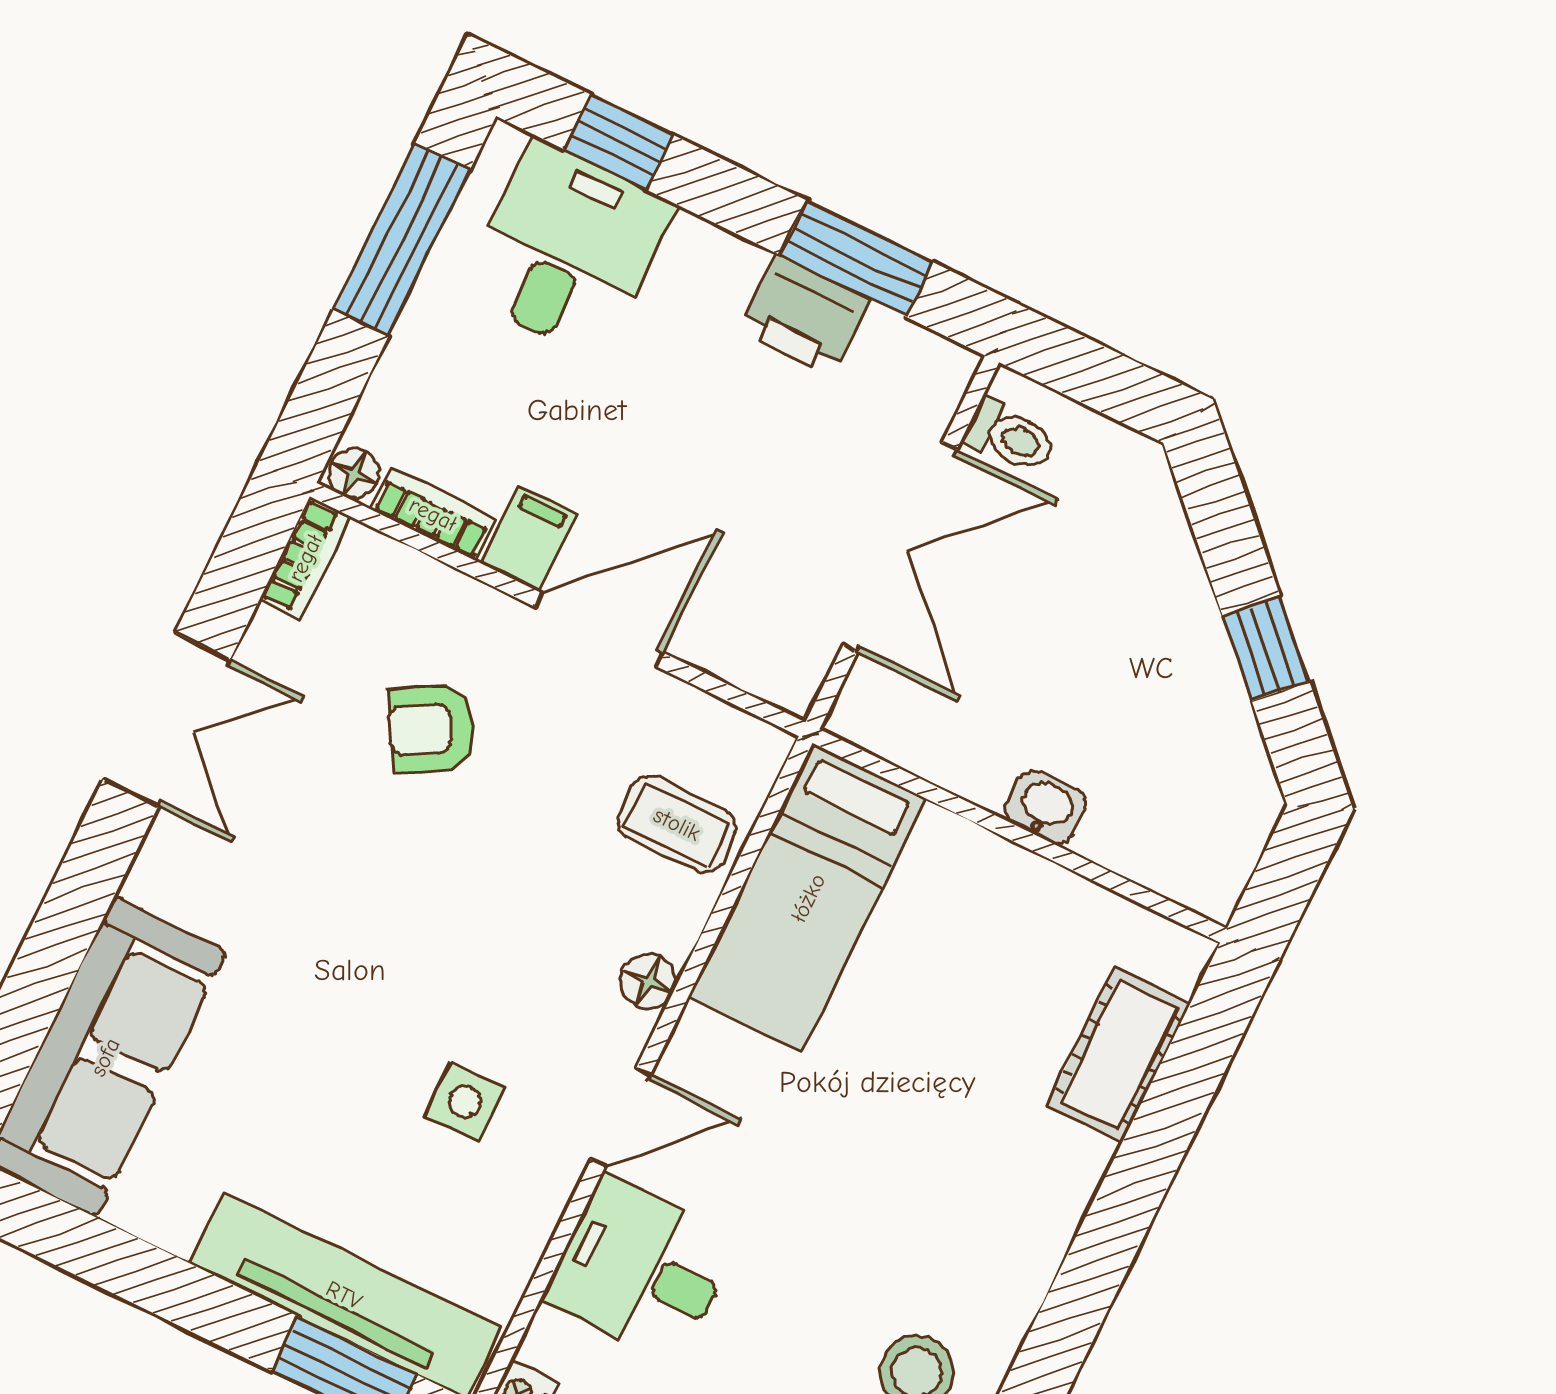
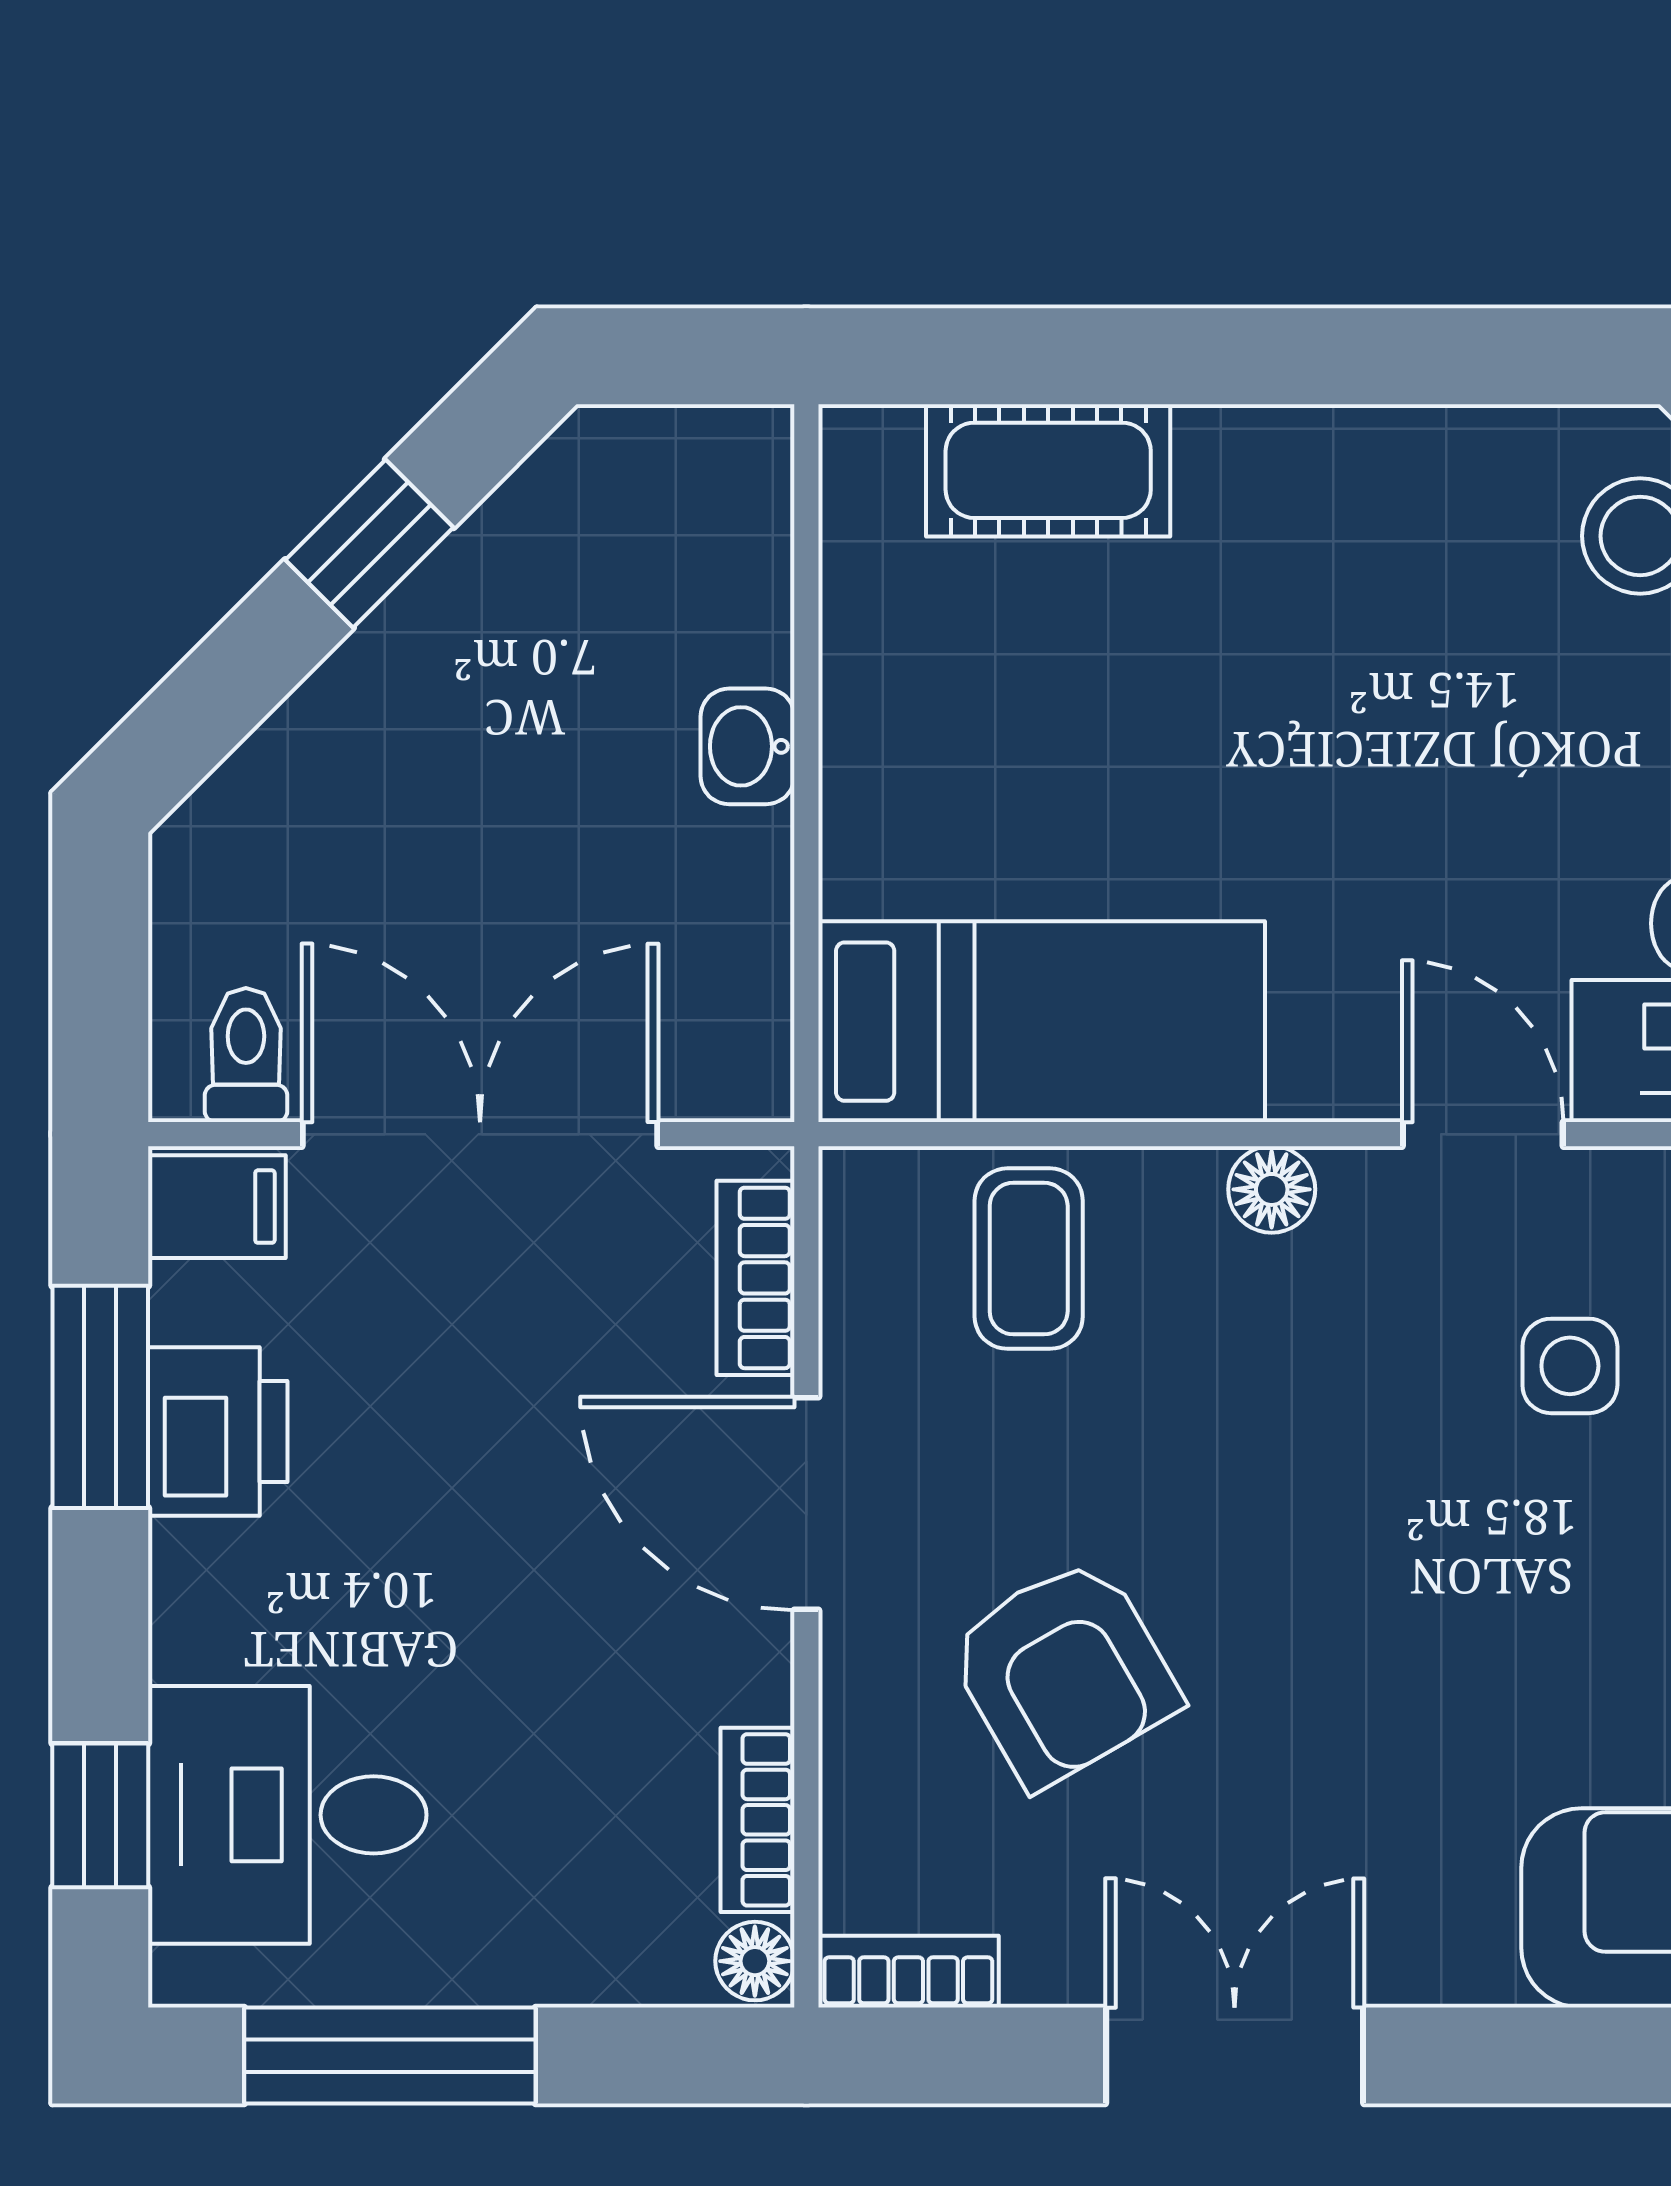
filing cabinet: (529, 539) -> (217, 1207), moved, turned 180
bookcase: (742, 664) -> (755, 1278), added
armchair: (432, 729) -> (1063, 1672), width x1.38, depth x1.38

